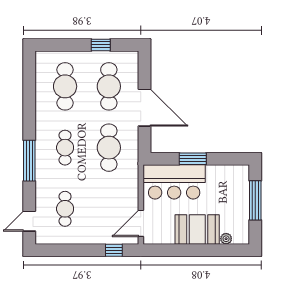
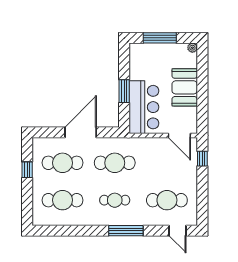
cafe table: (65, 209) -> (167, 200), width x1.37, depth x1.35
plant: (226, 239) -> (192, 48), moved

